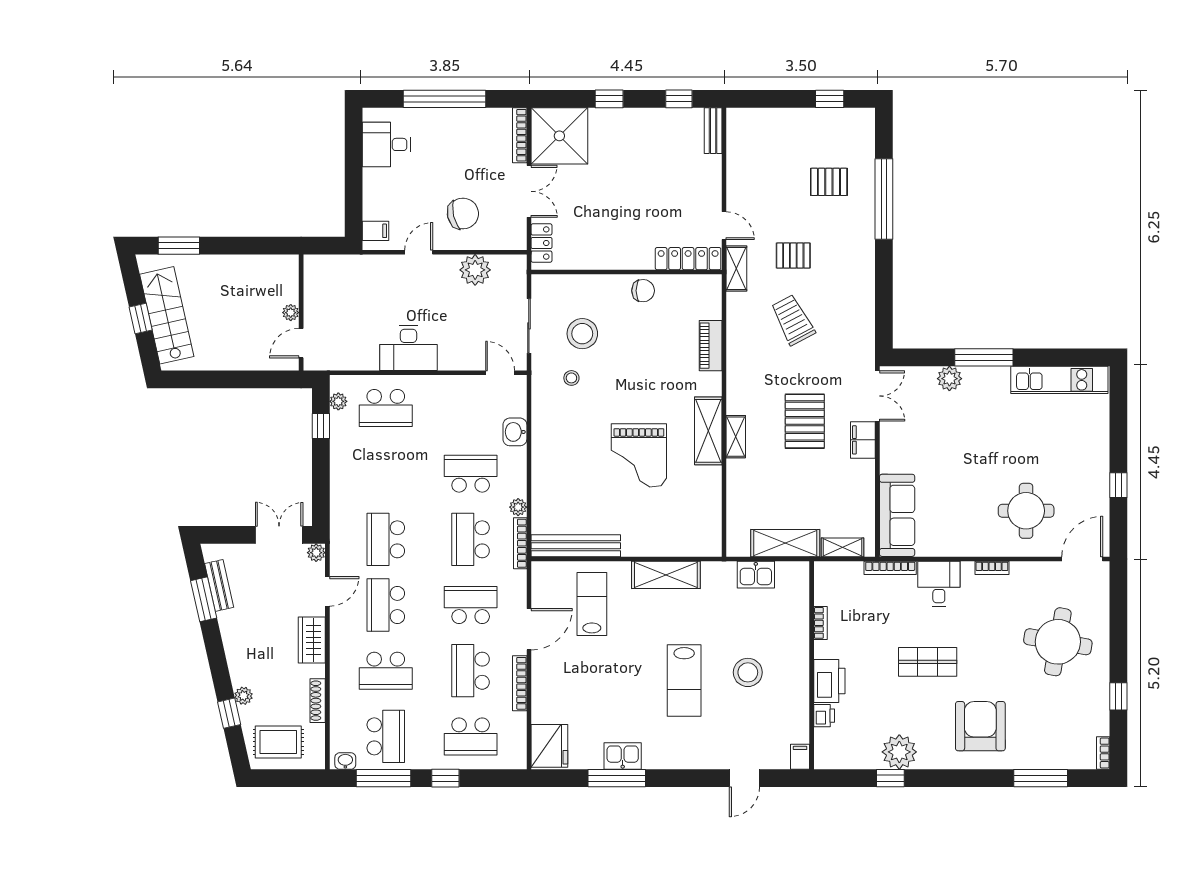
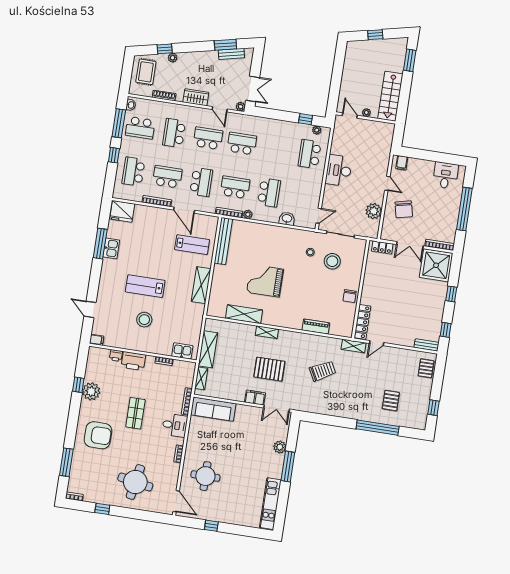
pallet: (793, 256) -> (426, 368), moved
stairs: (167, 315) -> (390, 96), moved, turned 103
shelving: (708, 431) -> (244, 314), moved
kitchen sink: (756, 575) -> (182, 351), moved, turned 90

